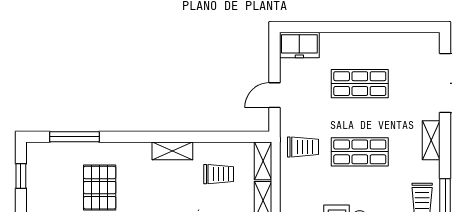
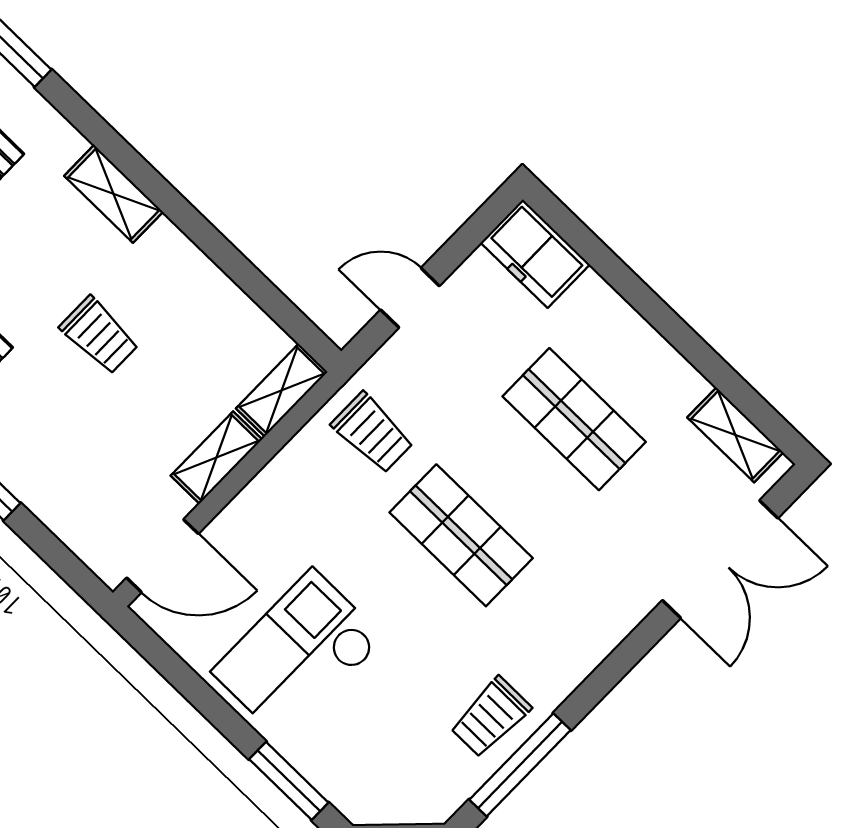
shelving: (431, 140) -> (735, 435), moved, turned 90
shelving: (172, 151) -> (114, 194), moved
trolley: (219, 174) -> (99, 335), moved

